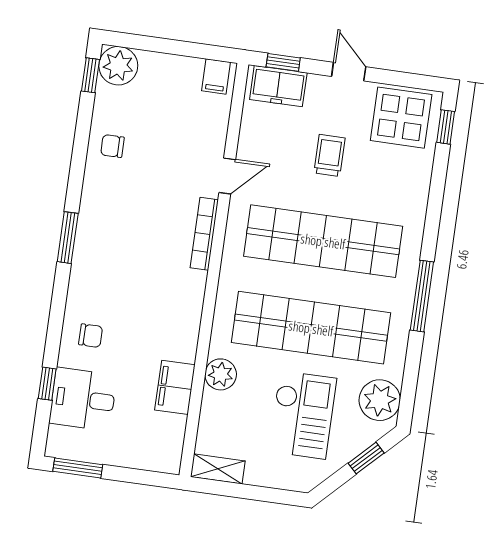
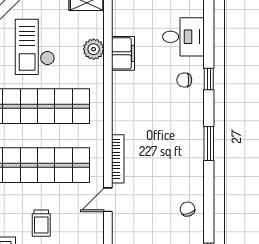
chair: (112, 146) -> (187, 209), turned -109
plant: (221, 374) -> (94, 49), moved
window: (47, 384) -> (209, 79), moved

